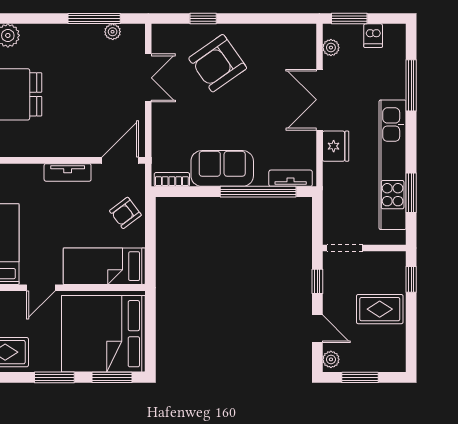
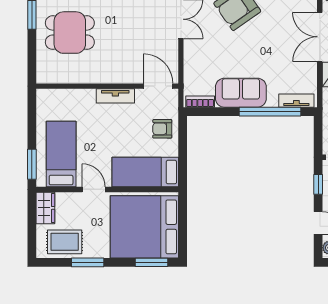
door: (120, 160) -> (158, 86), hinge flipped
armchair: (125, 213) -> (162, 129), turned 37
door: (41, 288) -> (94, 189), swing flipped
window: (54, 377) -> (88, 262), moved

